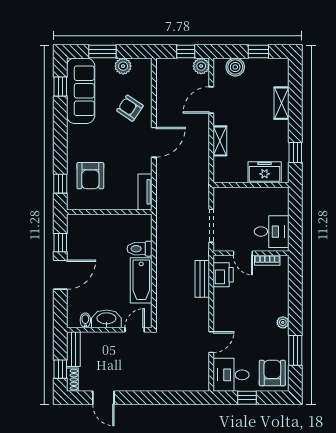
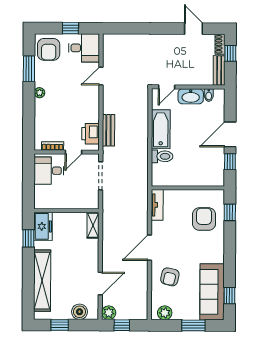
plant: (123, 66) -> (165, 313), moved
shelving: (281, 103) -> (42, 281), width x2.20, depth x1.33
armchair: (130, 108) -> (170, 277), turned 69
shelving: (220, 141) -> (93, 225), moved
freezer: (265, 172) -> (43, 226), moved, turned -90
door: (243, 253) -> (73, 152), swing flipped

